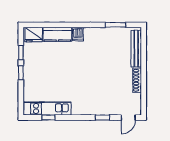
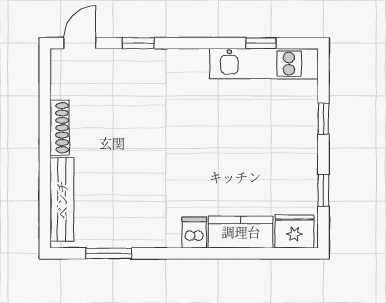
window: (21, 73) -> (323, 119), moved

